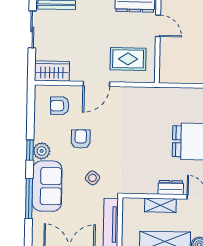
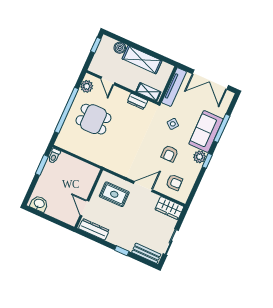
dresser: (171, 188) -> (137, 101), moved
shelving: (160, 205) -> (148, 92), moved

